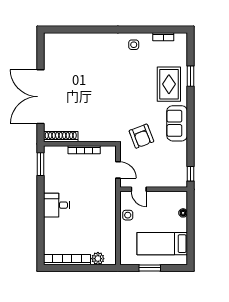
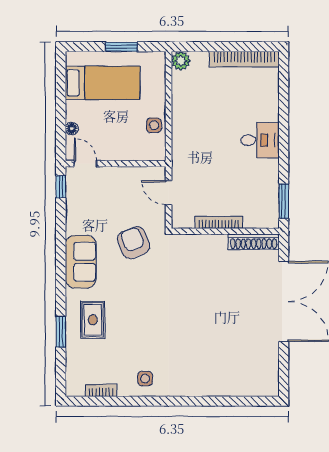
rug: (169, 84) -> (93, 320), width x0.73, depth x0.70
door: (139, 189) -> (85, 164), moved
plant: (98, 259) -> (181, 61), moved

